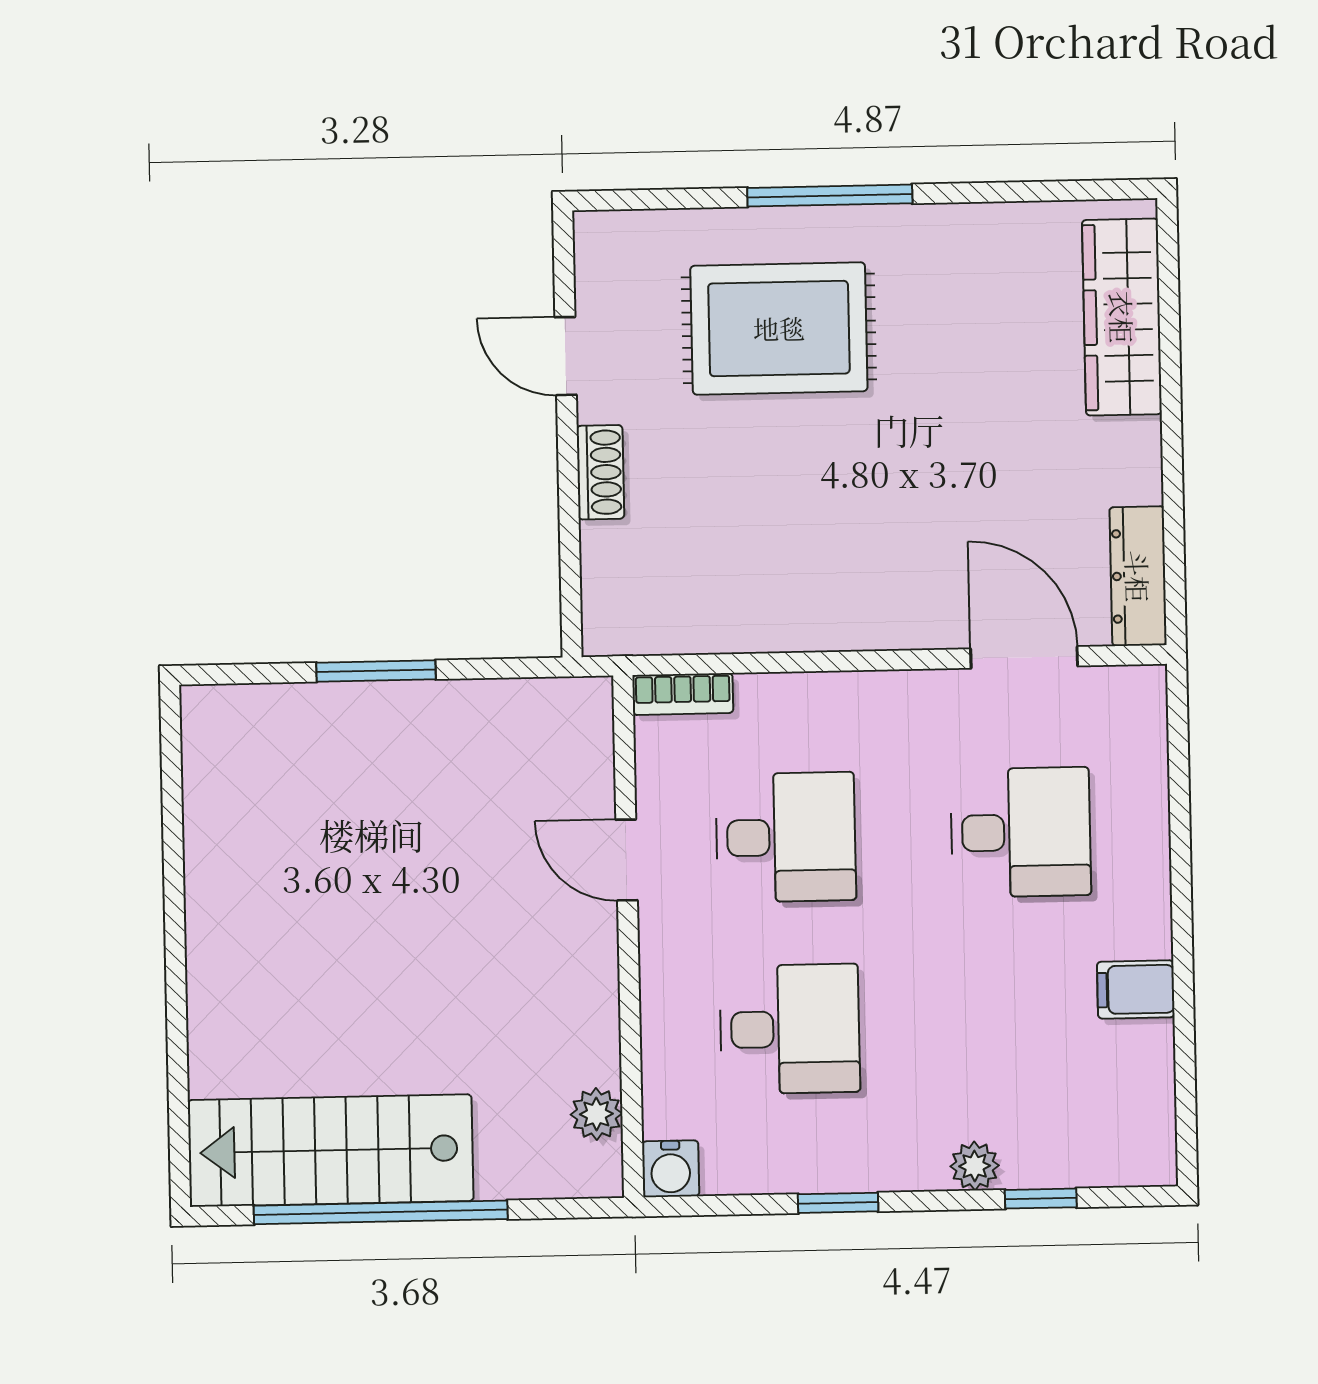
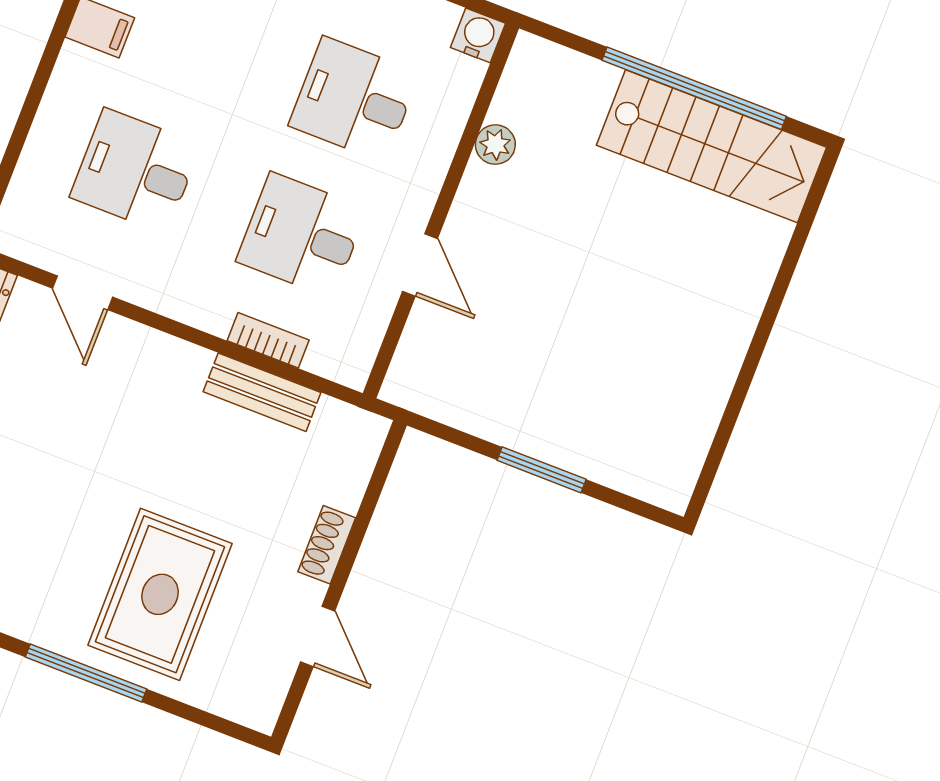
rug: (779, 328) -> (160, 594), turned 90
bench: (756, 626) -> (262, 392), added
door: (1024, 657) -> (82, 293), width x0.73
bookcase: (683, 694) -> (268, 340), moved
plant: (596, 1114) -> (495, 145), moved

